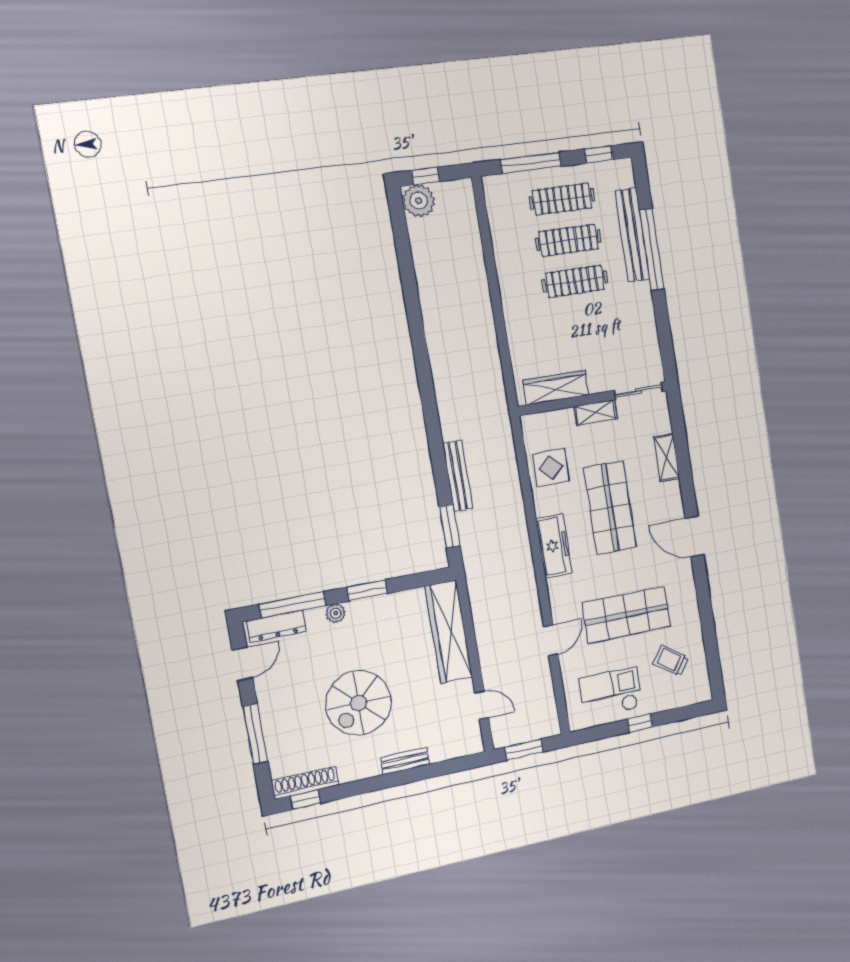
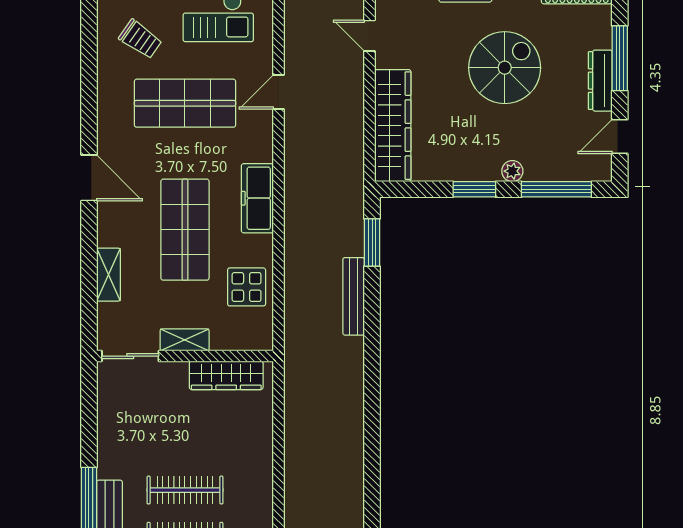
dresser: (277, 626) -> (600, 81), moved, turned -90

